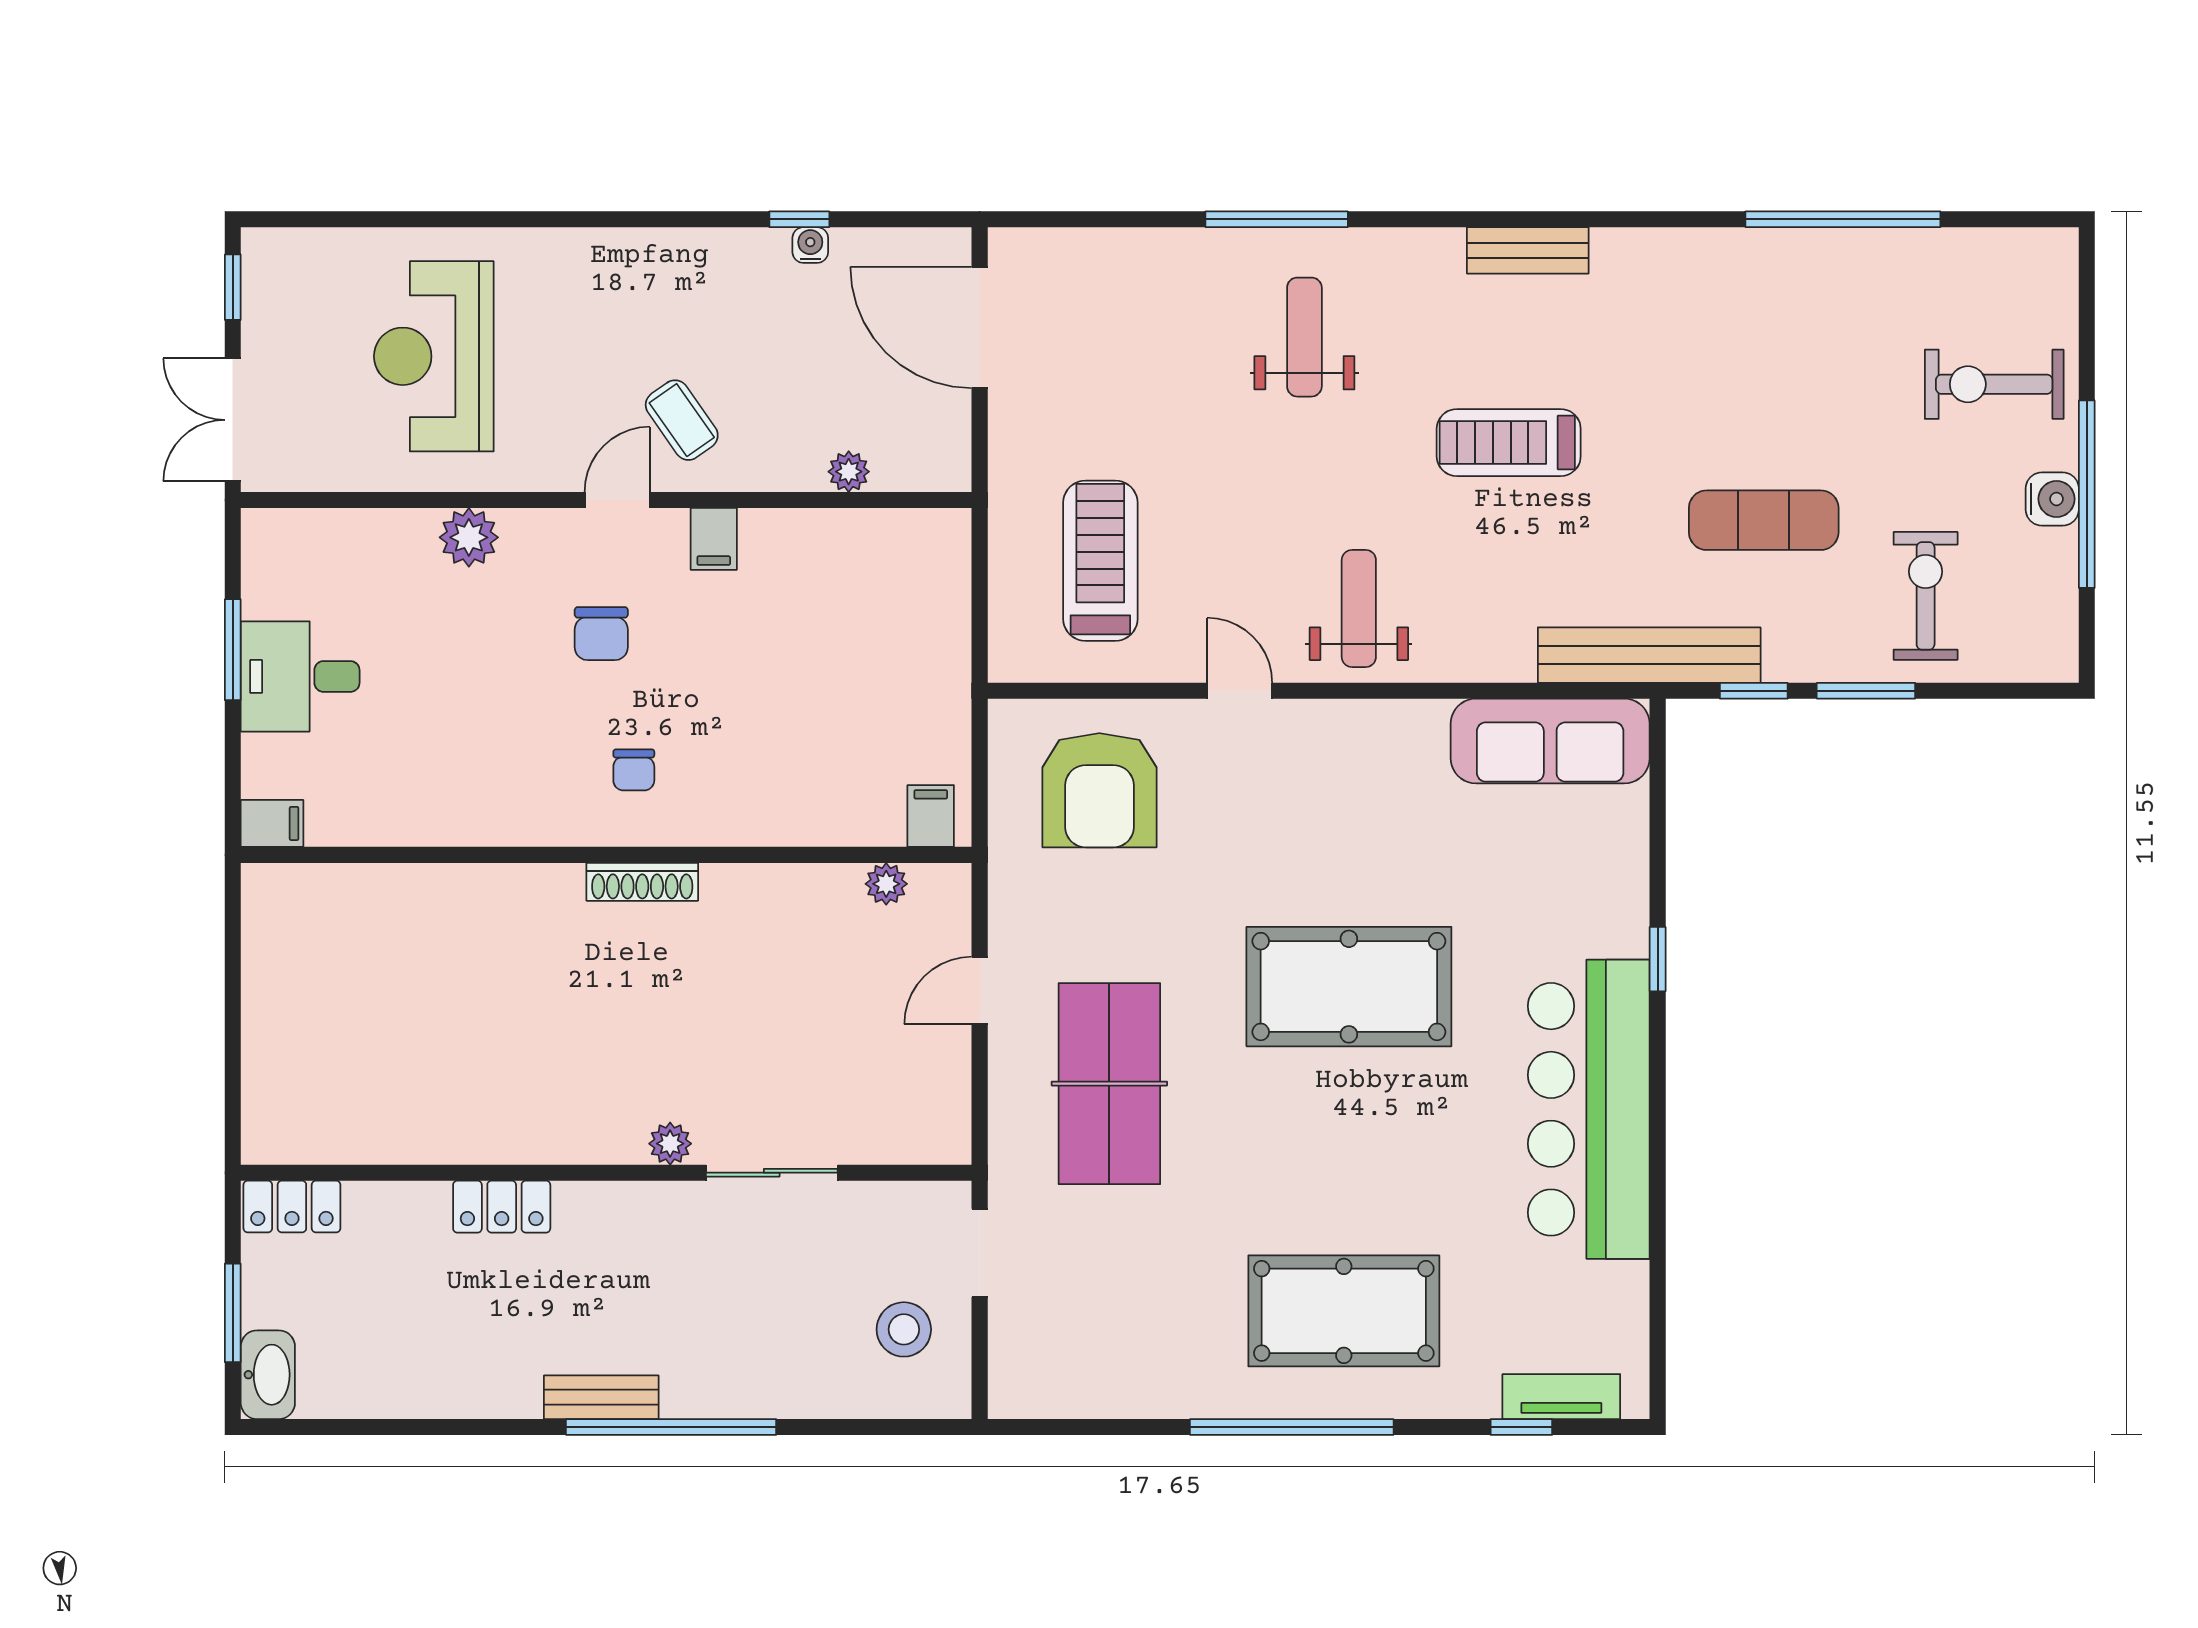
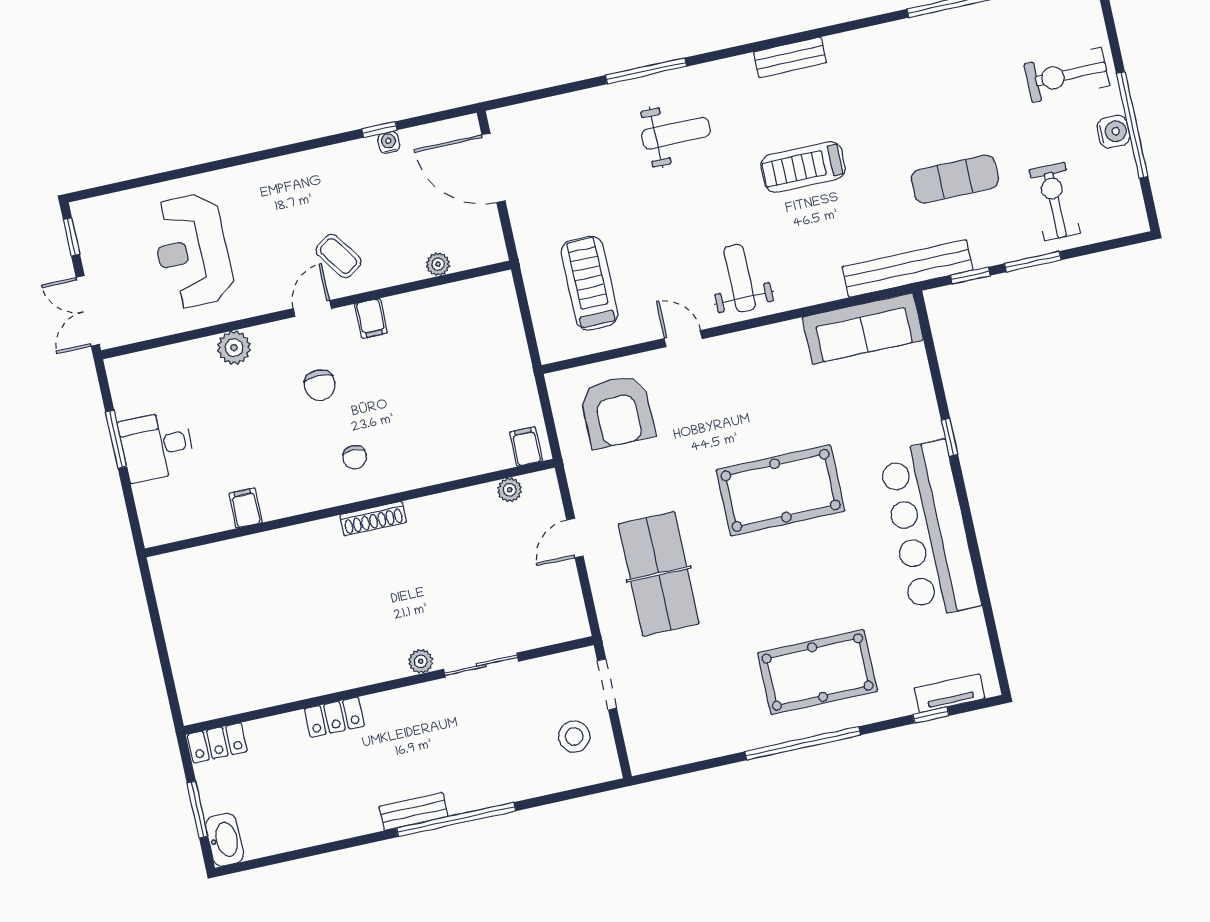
weight bench: (1304, 337) -> (676, 133), turned 90
filing cabinet: (272, 823) -> (246, 508), moved, turned -90

